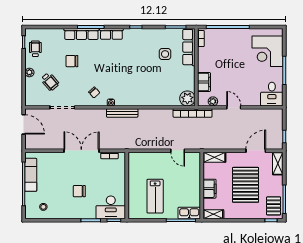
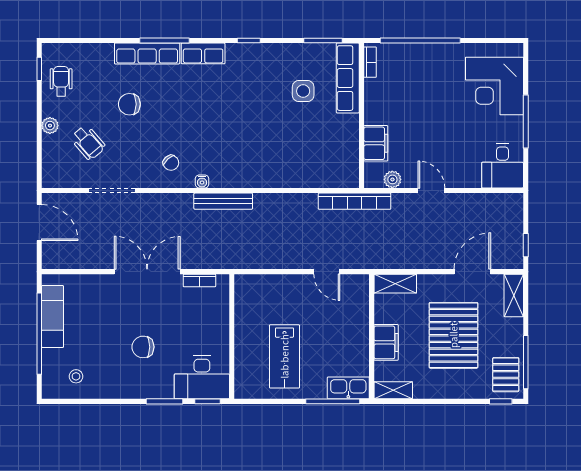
plant: (187, 98) -> (345, 174), removed

